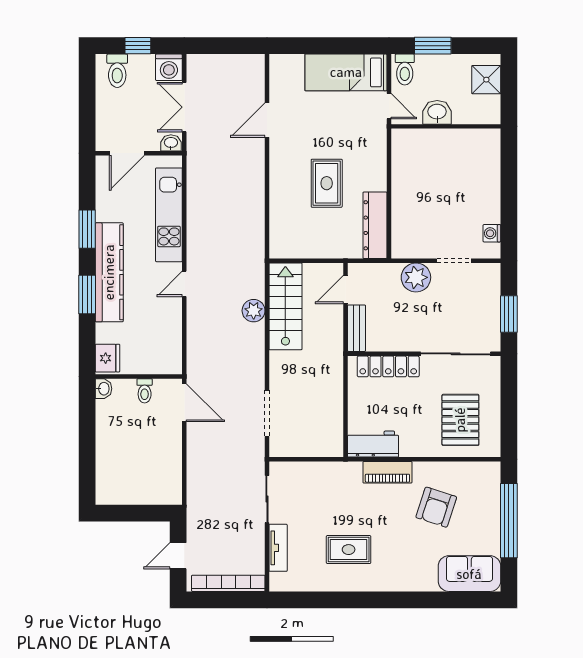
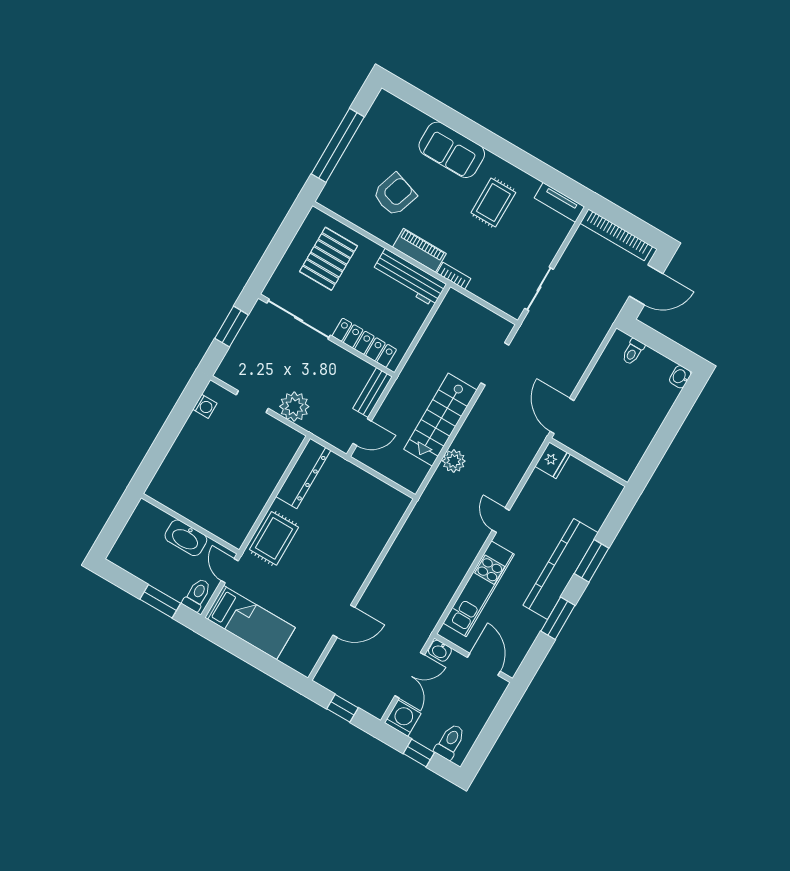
window: (225, 46) -> (342, 708), added
shower: (486, 80) -> (131, 544), removed
washbasin: (437, 112) -> (186, 538), width x1.38
door: (127, 153) -> (484, 664), hinge flipped
rug: (327, 183) -> (274, 538), moved
door: (184, 284) -> (501, 520), swing flipped
stairs: (285, 306) -> (440, 420), moved
fridge: (107, 358) -> (553, 460), moved, turned 180
washbasin: (103, 389) -> (680, 377), moved
toilet: (145, 391) -> (633, 352), moved, turned 180
workbench: (373, 444) -> (409, 278), width x1.38
bookcase: (346, 468) -> (454, 276), added
tv unit: (278, 548) -> (559, 202), moved, turned -90
rug: (349, 550) -> (493, 203), turned 90
door: (178, 556) -> (646, 285), width x1.38
sofa: (469, 574) -> (452, 150), moved

